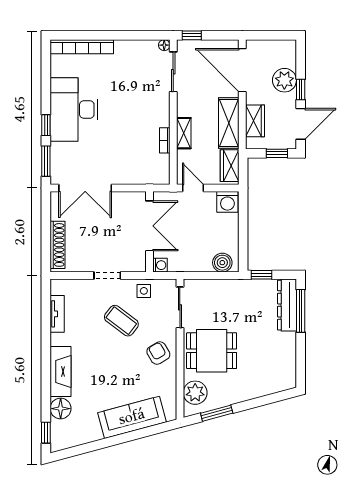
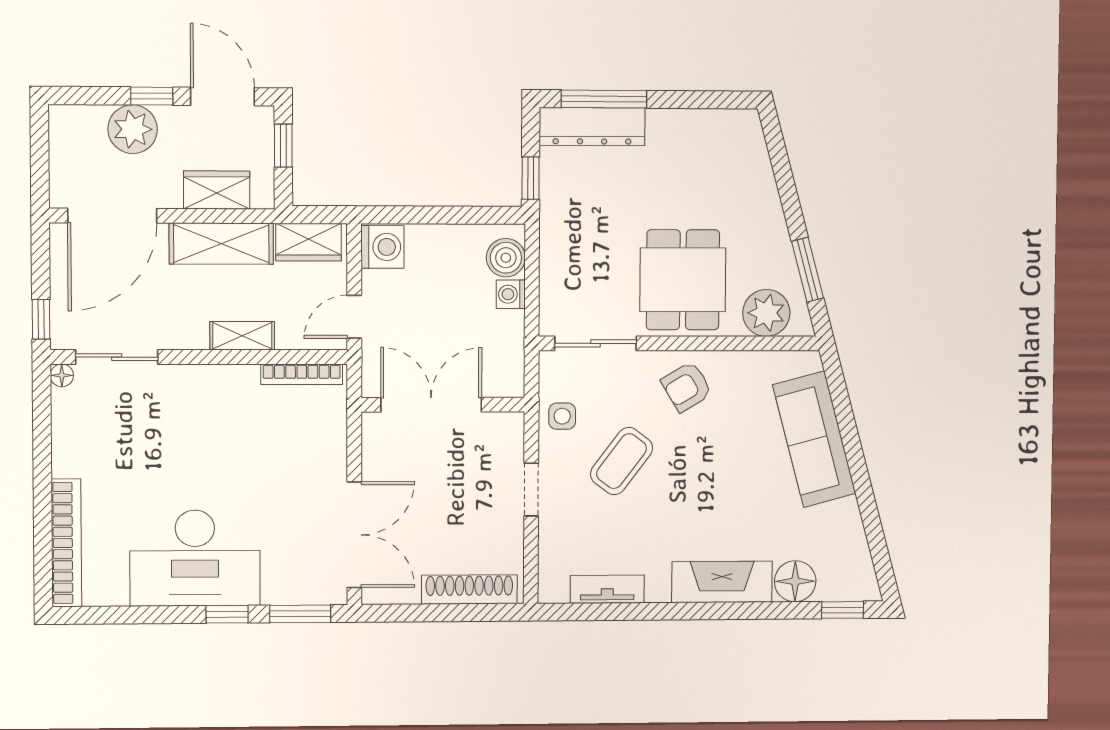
bookcase: (165, 140) -> (302, 374), moved, width x1.56
washing machine: (160, 265) -> (511, 294), moved, turned -90

